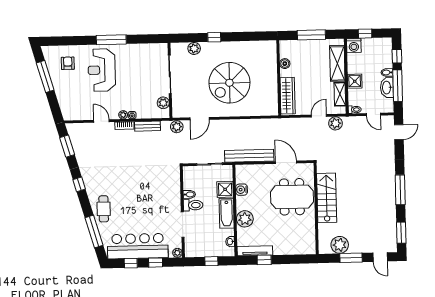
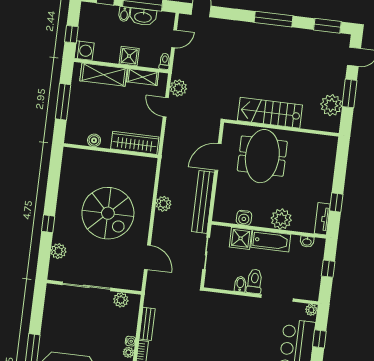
plant: (177, 127) -> (163, 204), moved
tv unit: (255, 251) -> (322, 219), width x0.71

